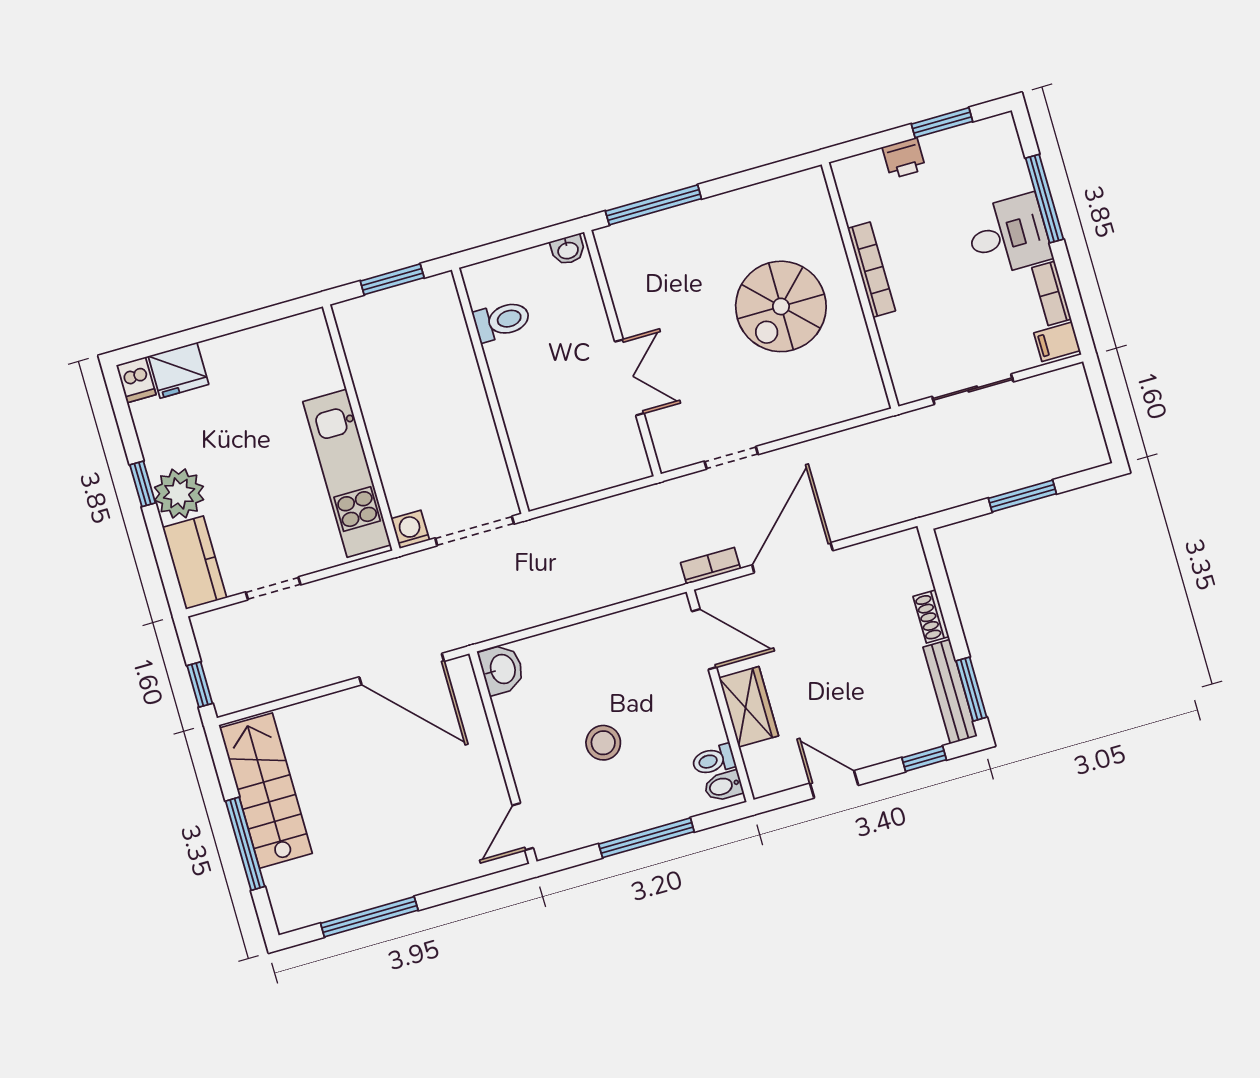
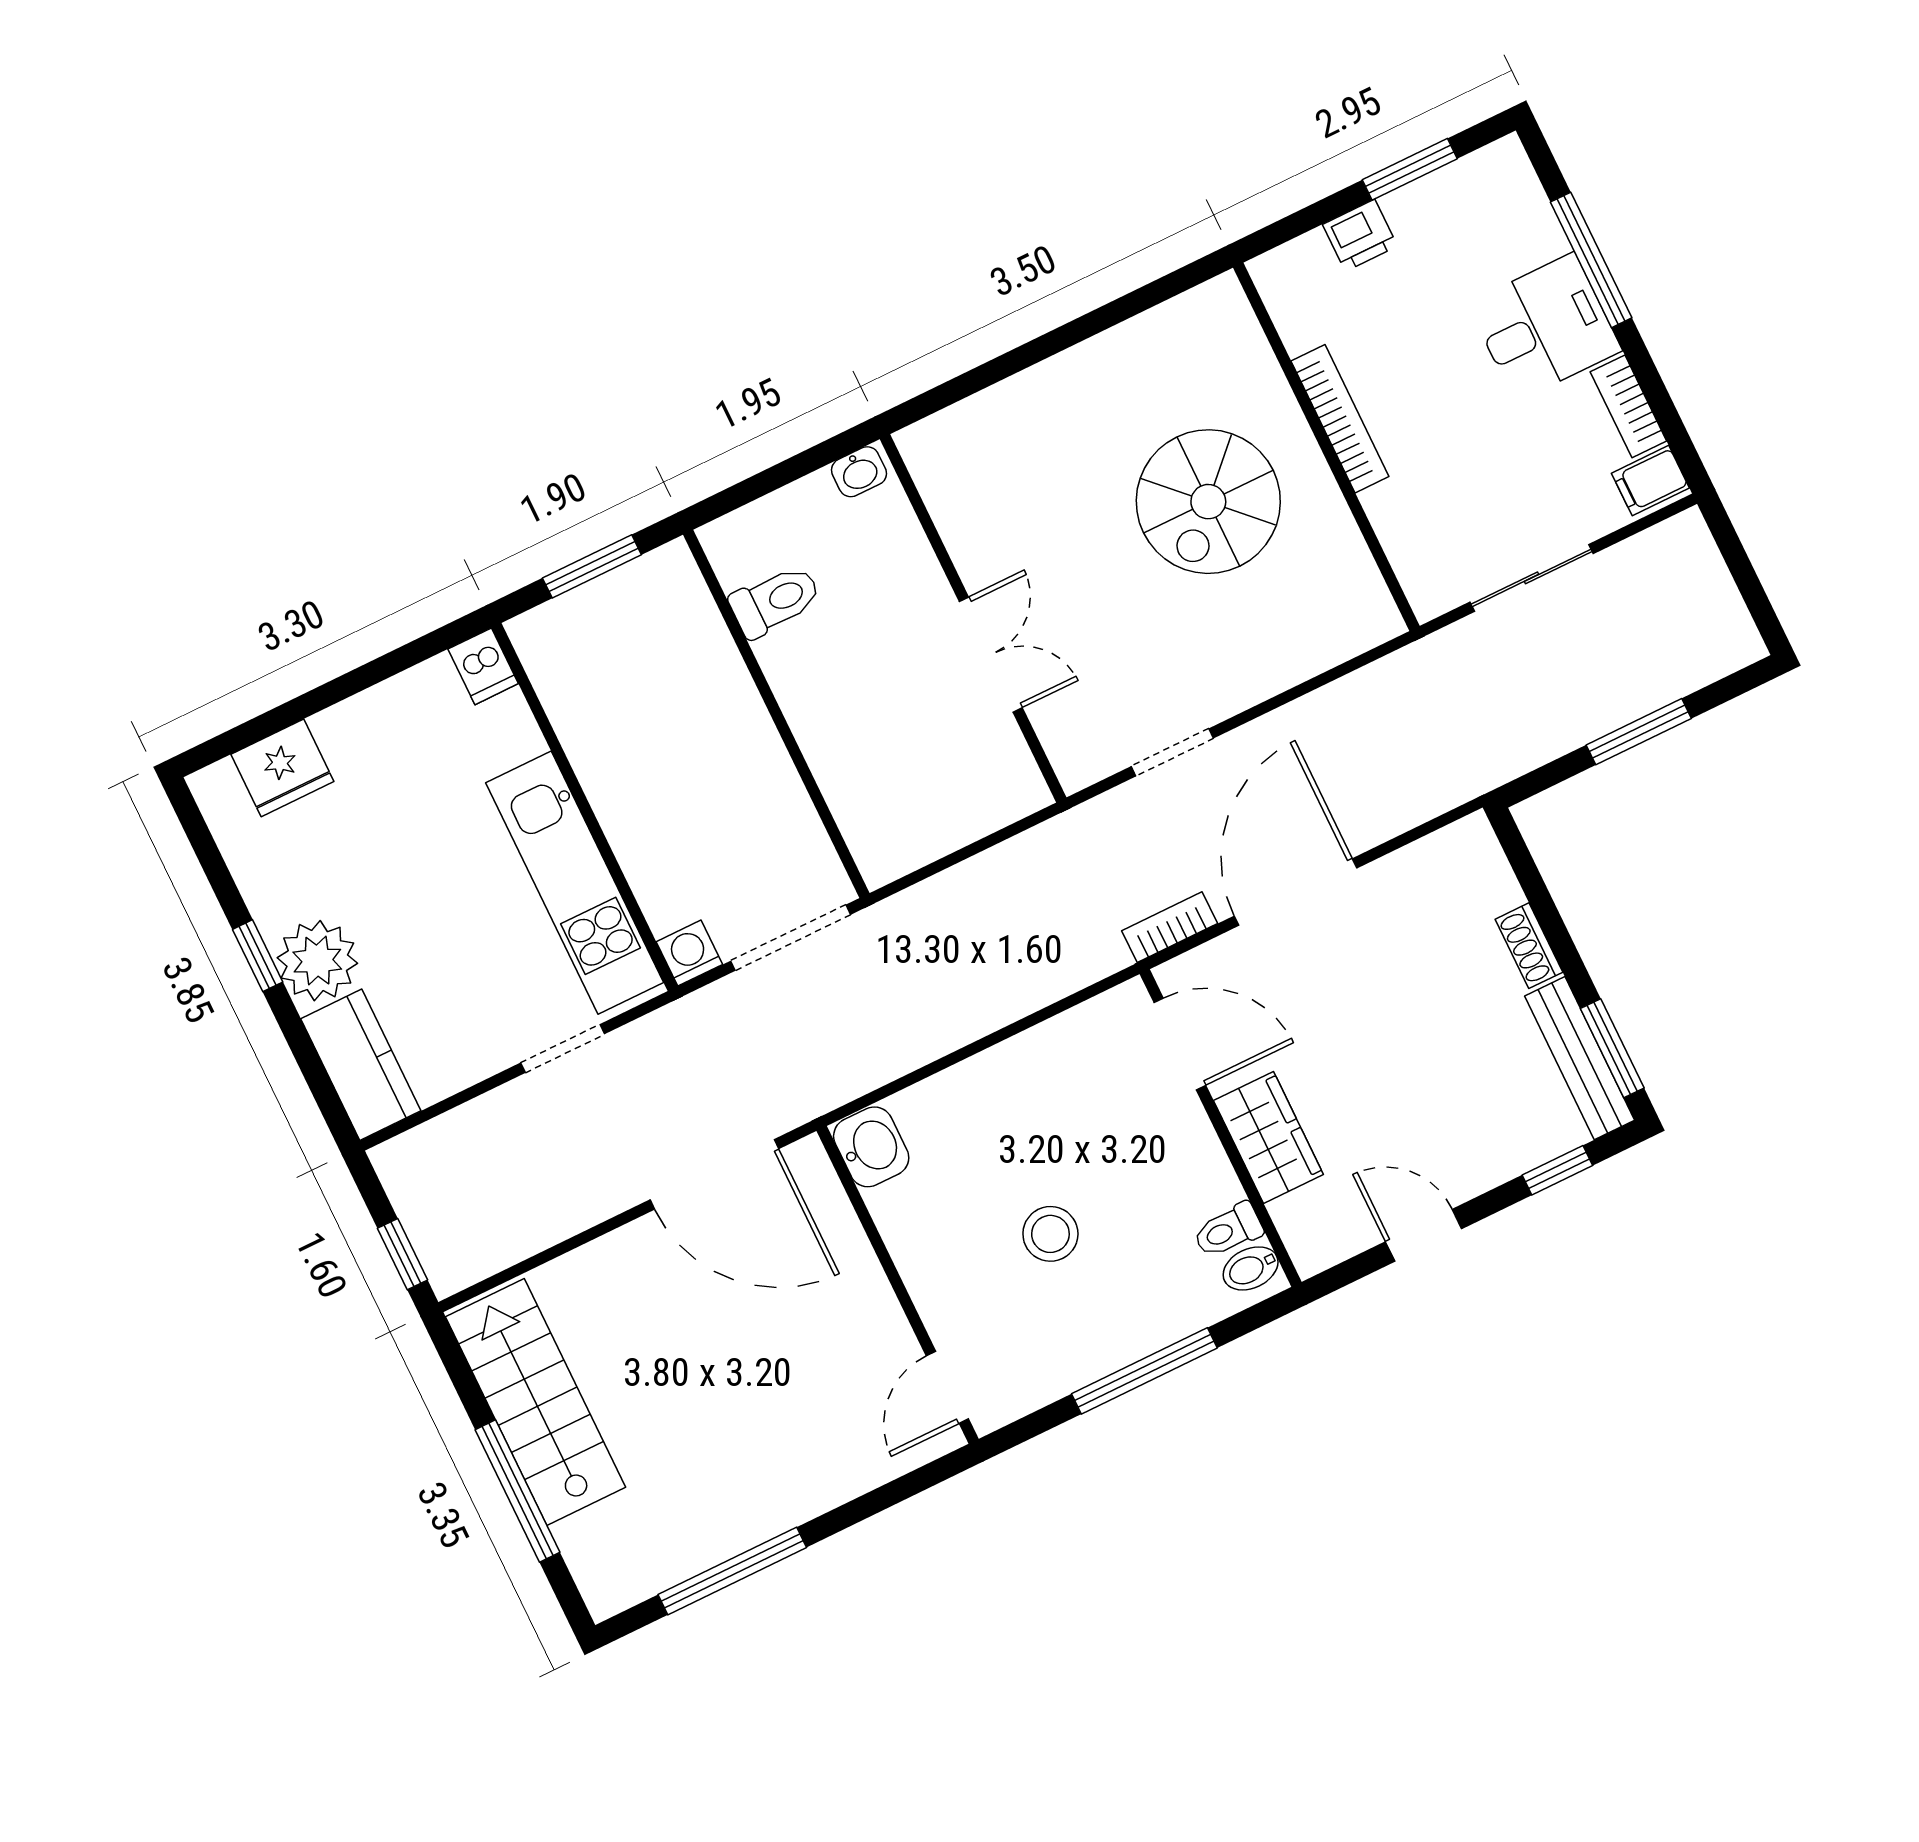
window: (653, 205) -> (981, 378), removed
dishwasher: (136, 380) -> (483, 666), moved
doorway: (273, 588) -> (563, 1048), moved

